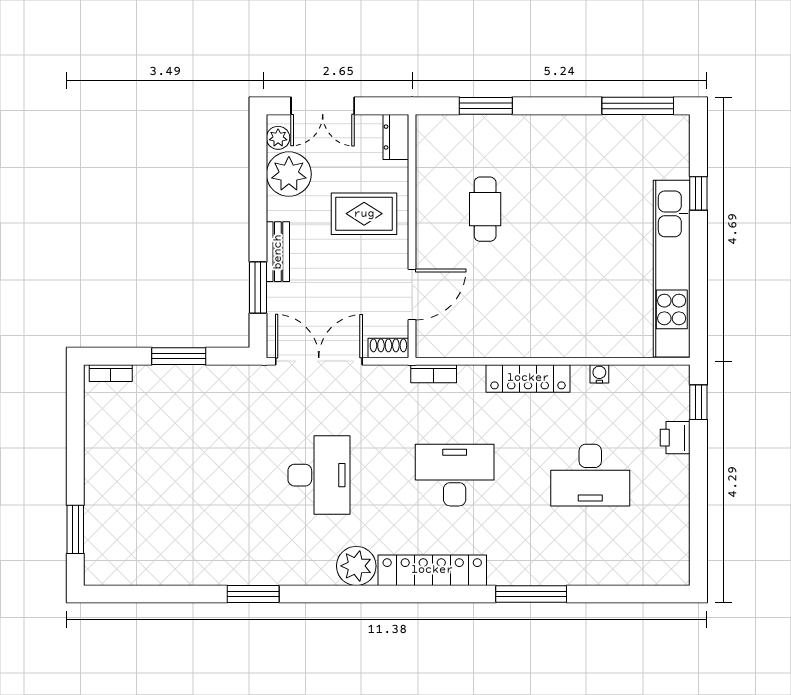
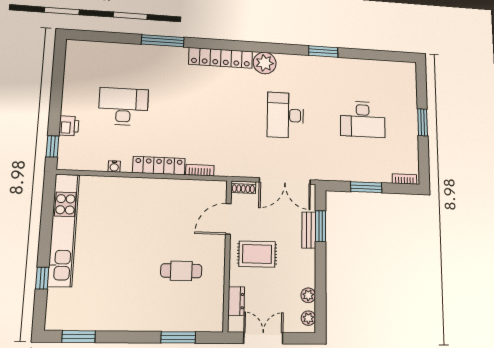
double door: (323, 106) -> (263, 338), moved
window: (638, 106) -> (79, 337), width x0.69
dresser: (396, 137) -> (236, 301), moved
plant: (289, 174) -> (308, 295), width x0.53, depth x0.53
cafe table: (485, 209) -> (181, 271), turned 90
rug: (364, 214) -> (257, 254), moved
bench: (278, 252) -> (309, 230), moved
bookcase: (434, 374) -> (200, 170), moved
desk: (455, 475) -> (363, 119), moved
window: (75, 529) -> (423, 122), moved

